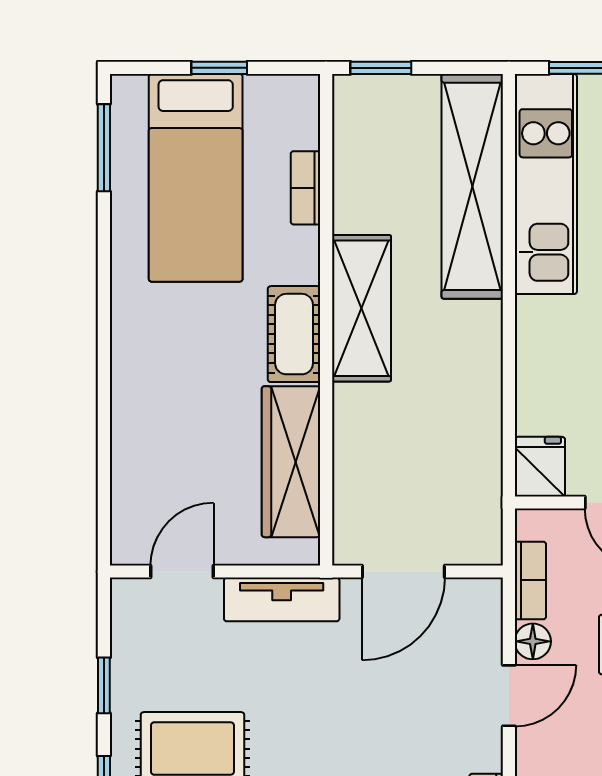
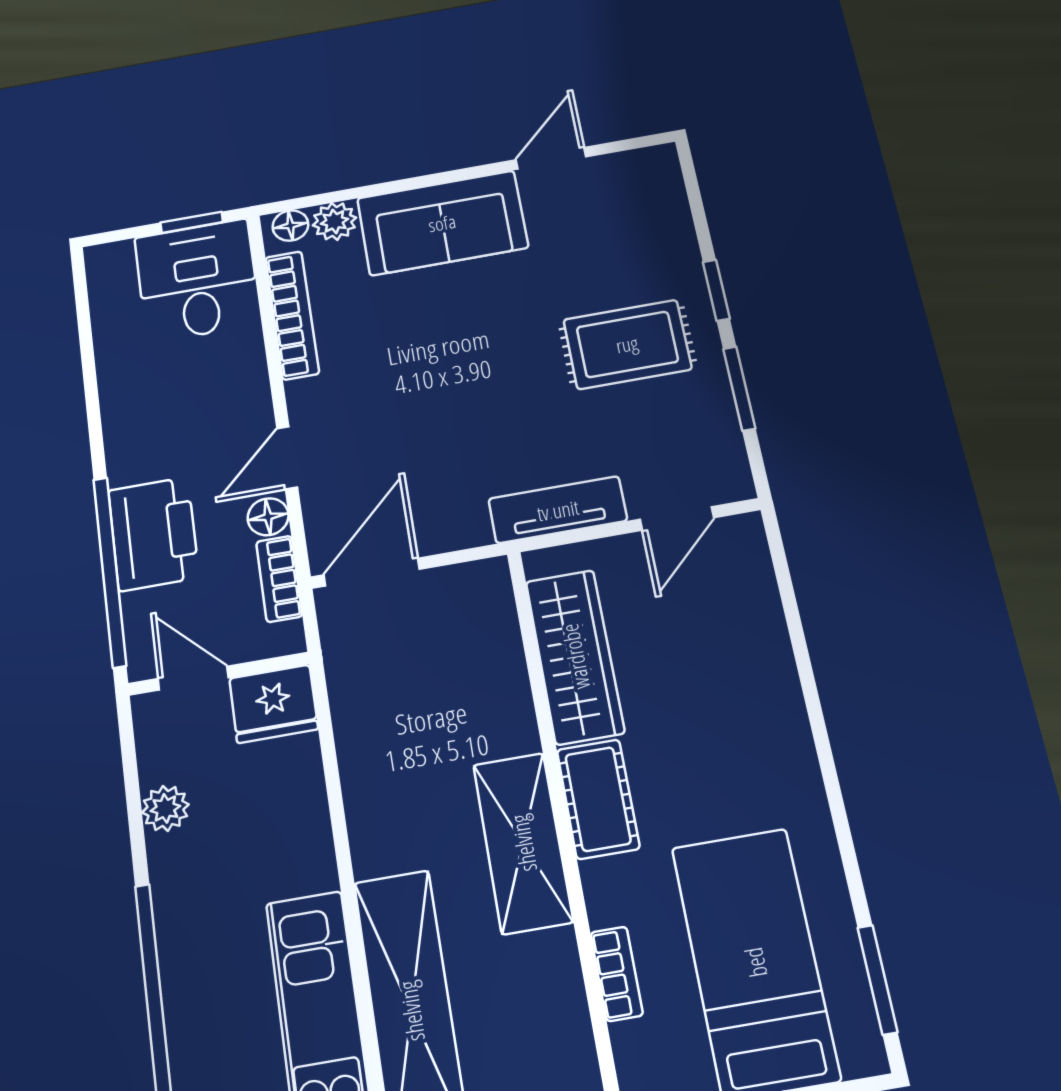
fridge: (540, 467) -> (274, 704), width x1.38
door: (403, 572) -> (372, 572), moved
window: (104, 685) -> (739, 388), width x1.50

